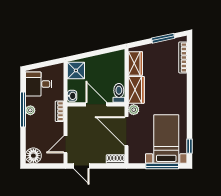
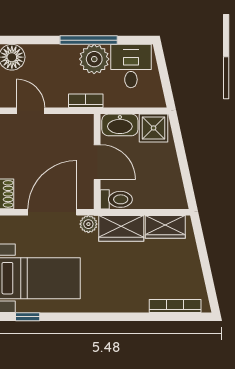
window: (163, 38) -> (207, 273), removed
washbasin: (72, 96) -> (120, 125), width x1.91, depth x1.45
door: (96, 104) -> (97, 162), hinge flipped
plant: (30, 110) -> (94, 59), width x1.88, depth x1.88

